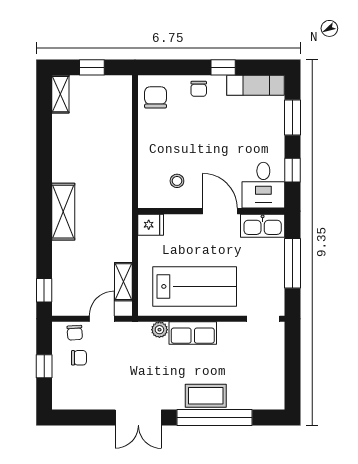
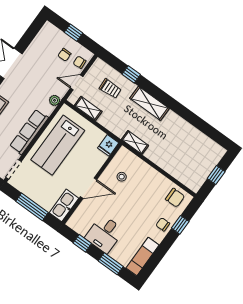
window: (223, 67) -> (180, 225), moved
shelving: (60, 94) -> (135, 142), moved
desk: (263, 185) -> (104, 234), moved, turned -90
trolley: (80, 272) -> (110, 89), added
window: (44, 290) -> (131, 74), moved
door: (102, 319) -> (77, 82), swing flipped
plant: (159, 330) -> (55, 100), moved
row of seats: (193, 333) -> (29, 132), width x1.48

